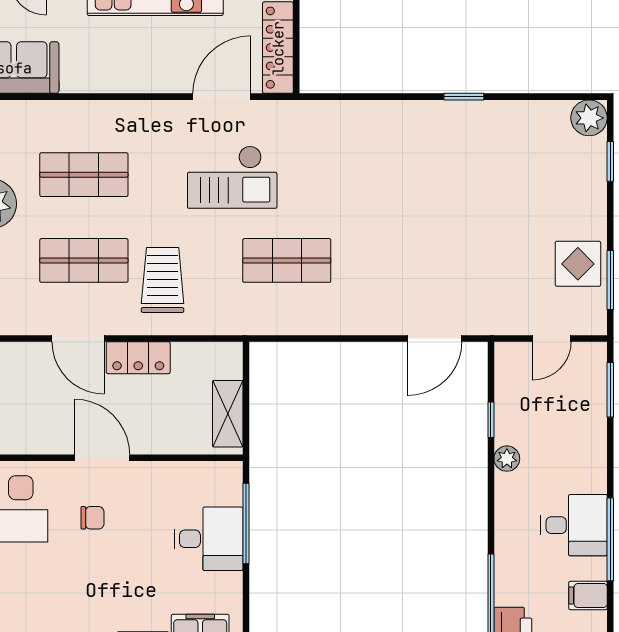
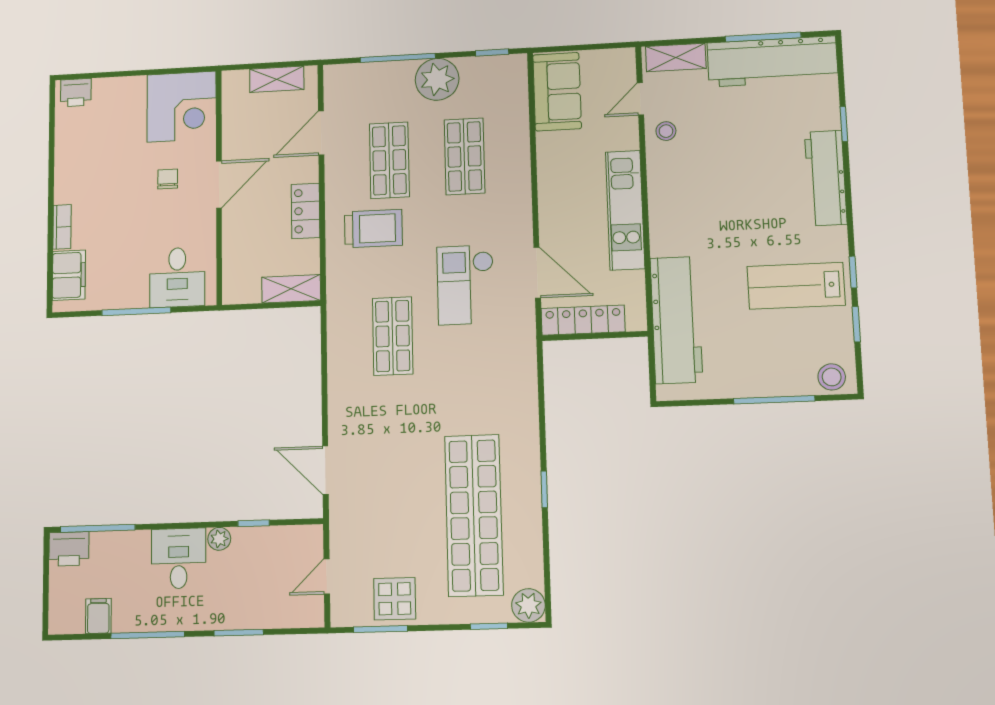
shop shelf: (490, 175) -> (474, 515), added
door: (78, 338) -> (321, 133), moved
door: (552, 338) -> (327, 576), hinge flipped
window: (610, 390) -> (239, 633), moved
shelving: (228, 414) -> (291, 289), moved
chair: (92, 518) -> (168, 179), turned 180
window: (246, 523) -> (136, 311), moved
desk: (574, 525) -> (179, 558), moved, turned 180
desk: (208, 539) -> (177, 277), moved

